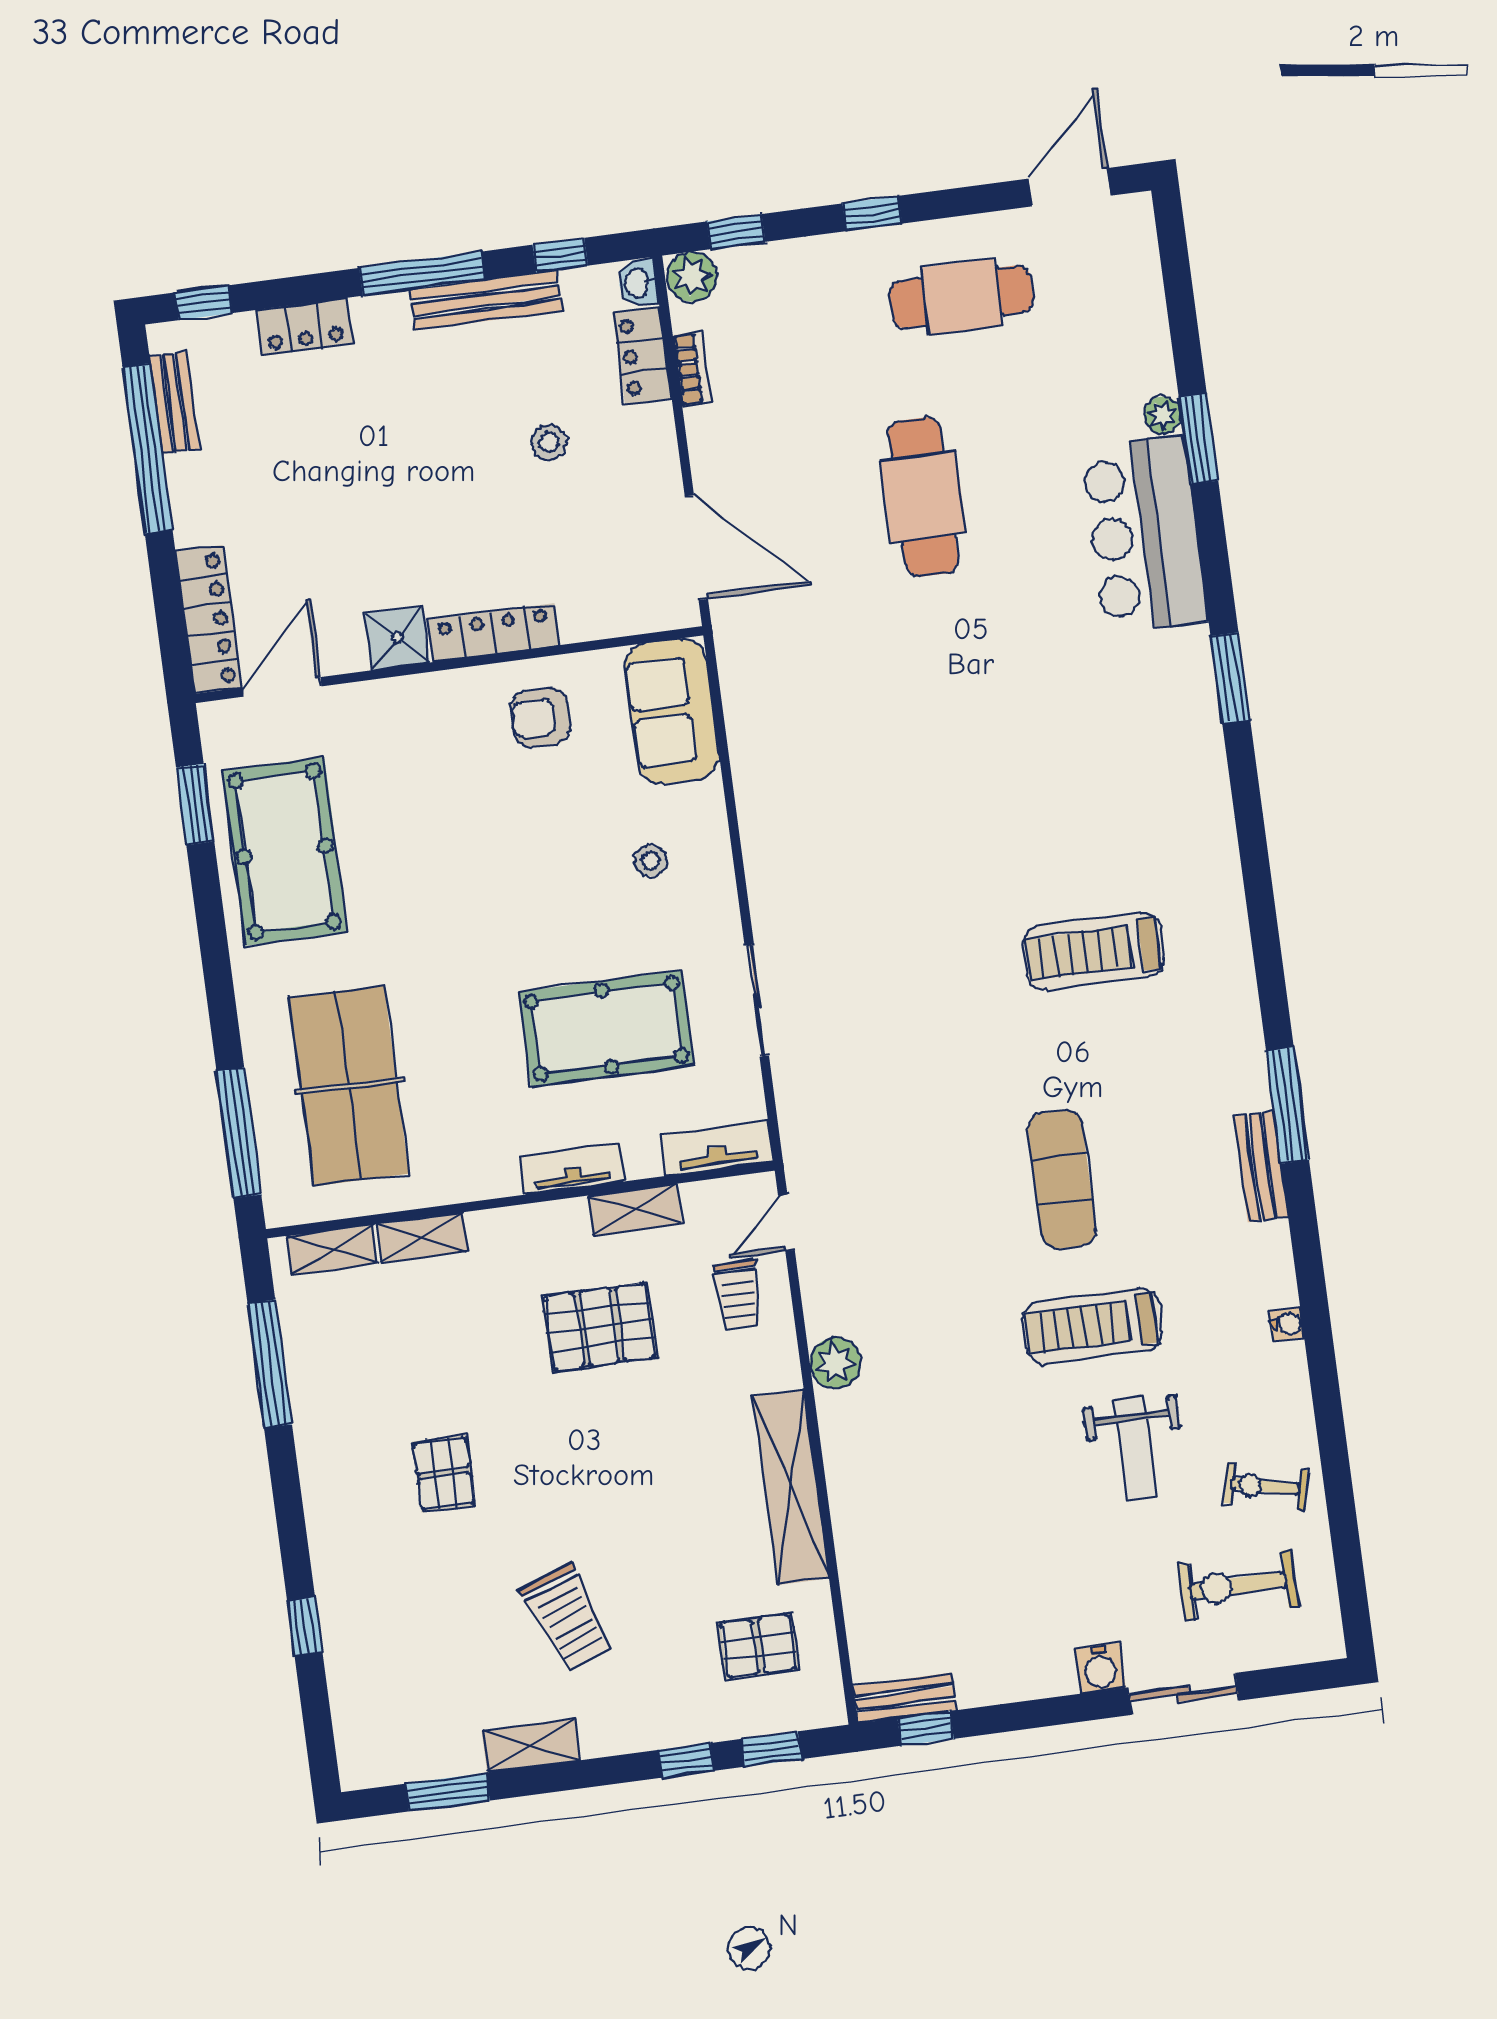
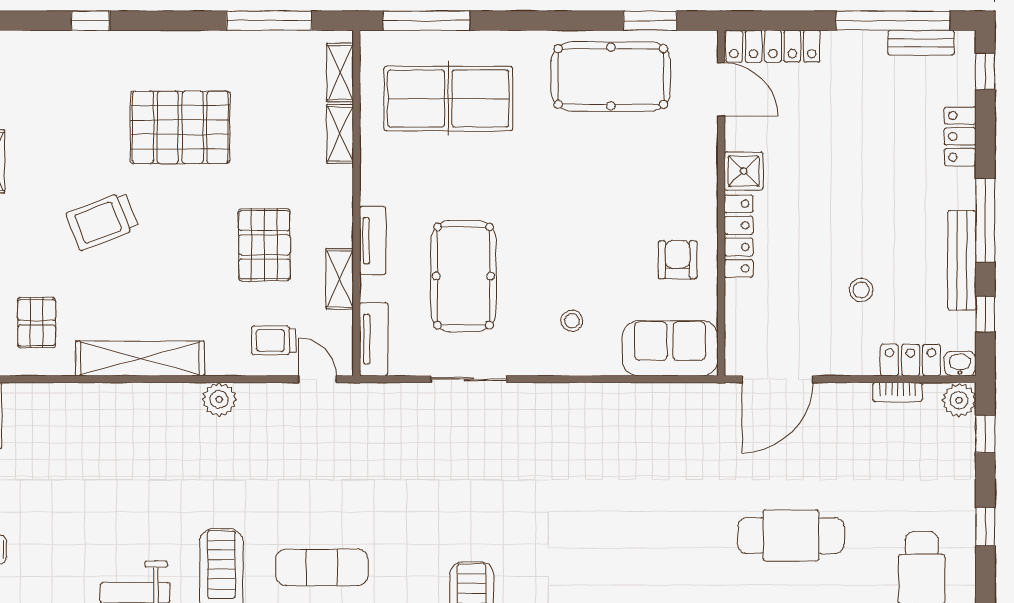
pallet: (444, 1474) -> (180, 127), width x2.05, depth x2.00
trolley: (567, 1617) -> (102, 221), moved

